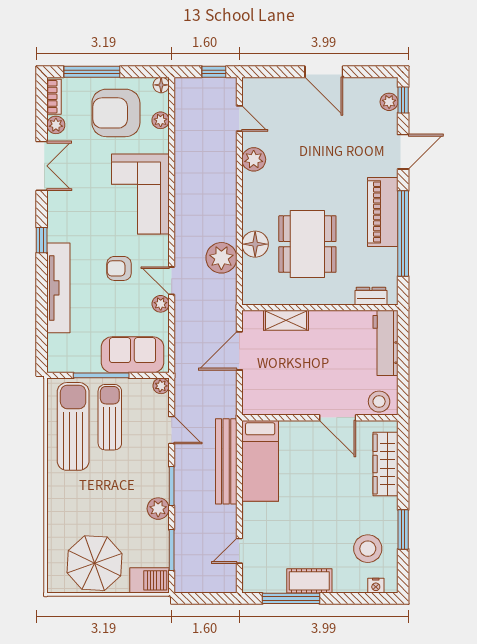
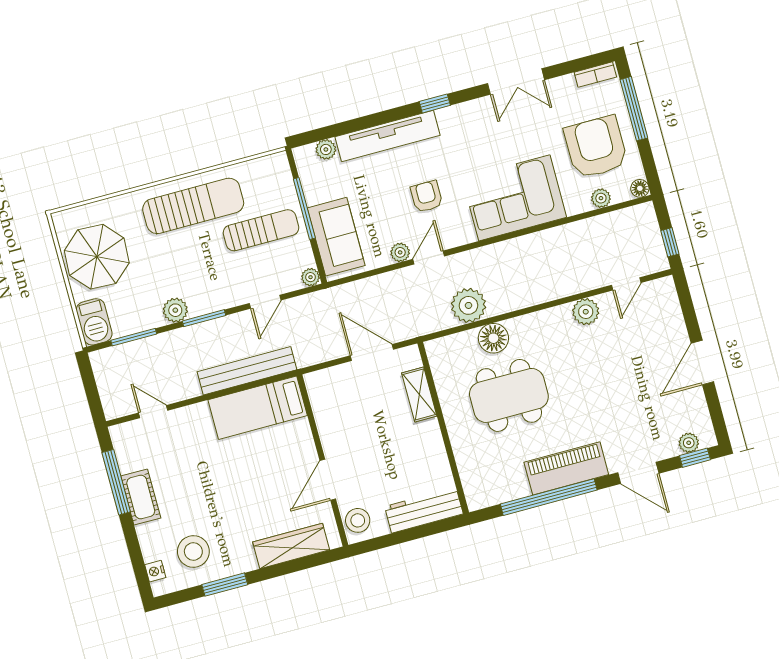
plant: (56, 125) -> (326, 149), moved
dresser: (371, 296) -> (471, 480), removed
sun lounger: (73, 426) -> (193, 206), moved

